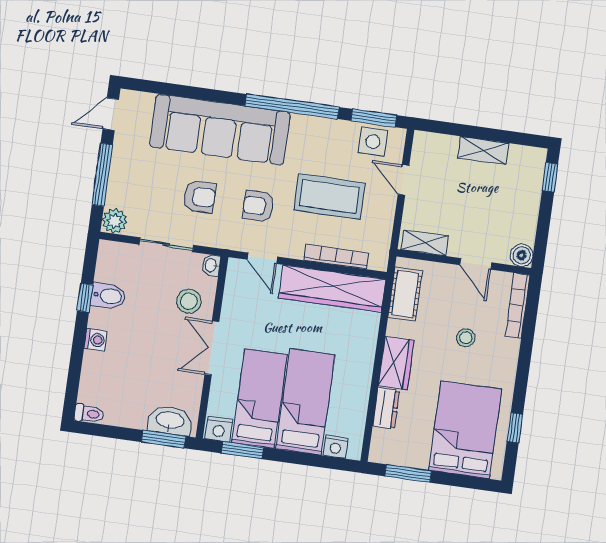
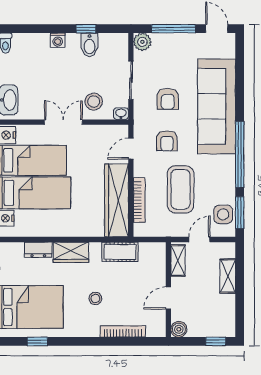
shelving: (483, 151) -> (228, 276), moved
armchair: (258, 206) -> (167, 141), turned 180
shelving: (425, 243) -> (178, 260), moved
boiler: (522, 255) -> (179, 329), moved
wall: (464, 262) -> (168, 290), moved
door: (476, 264) -> (168, 298), moved

